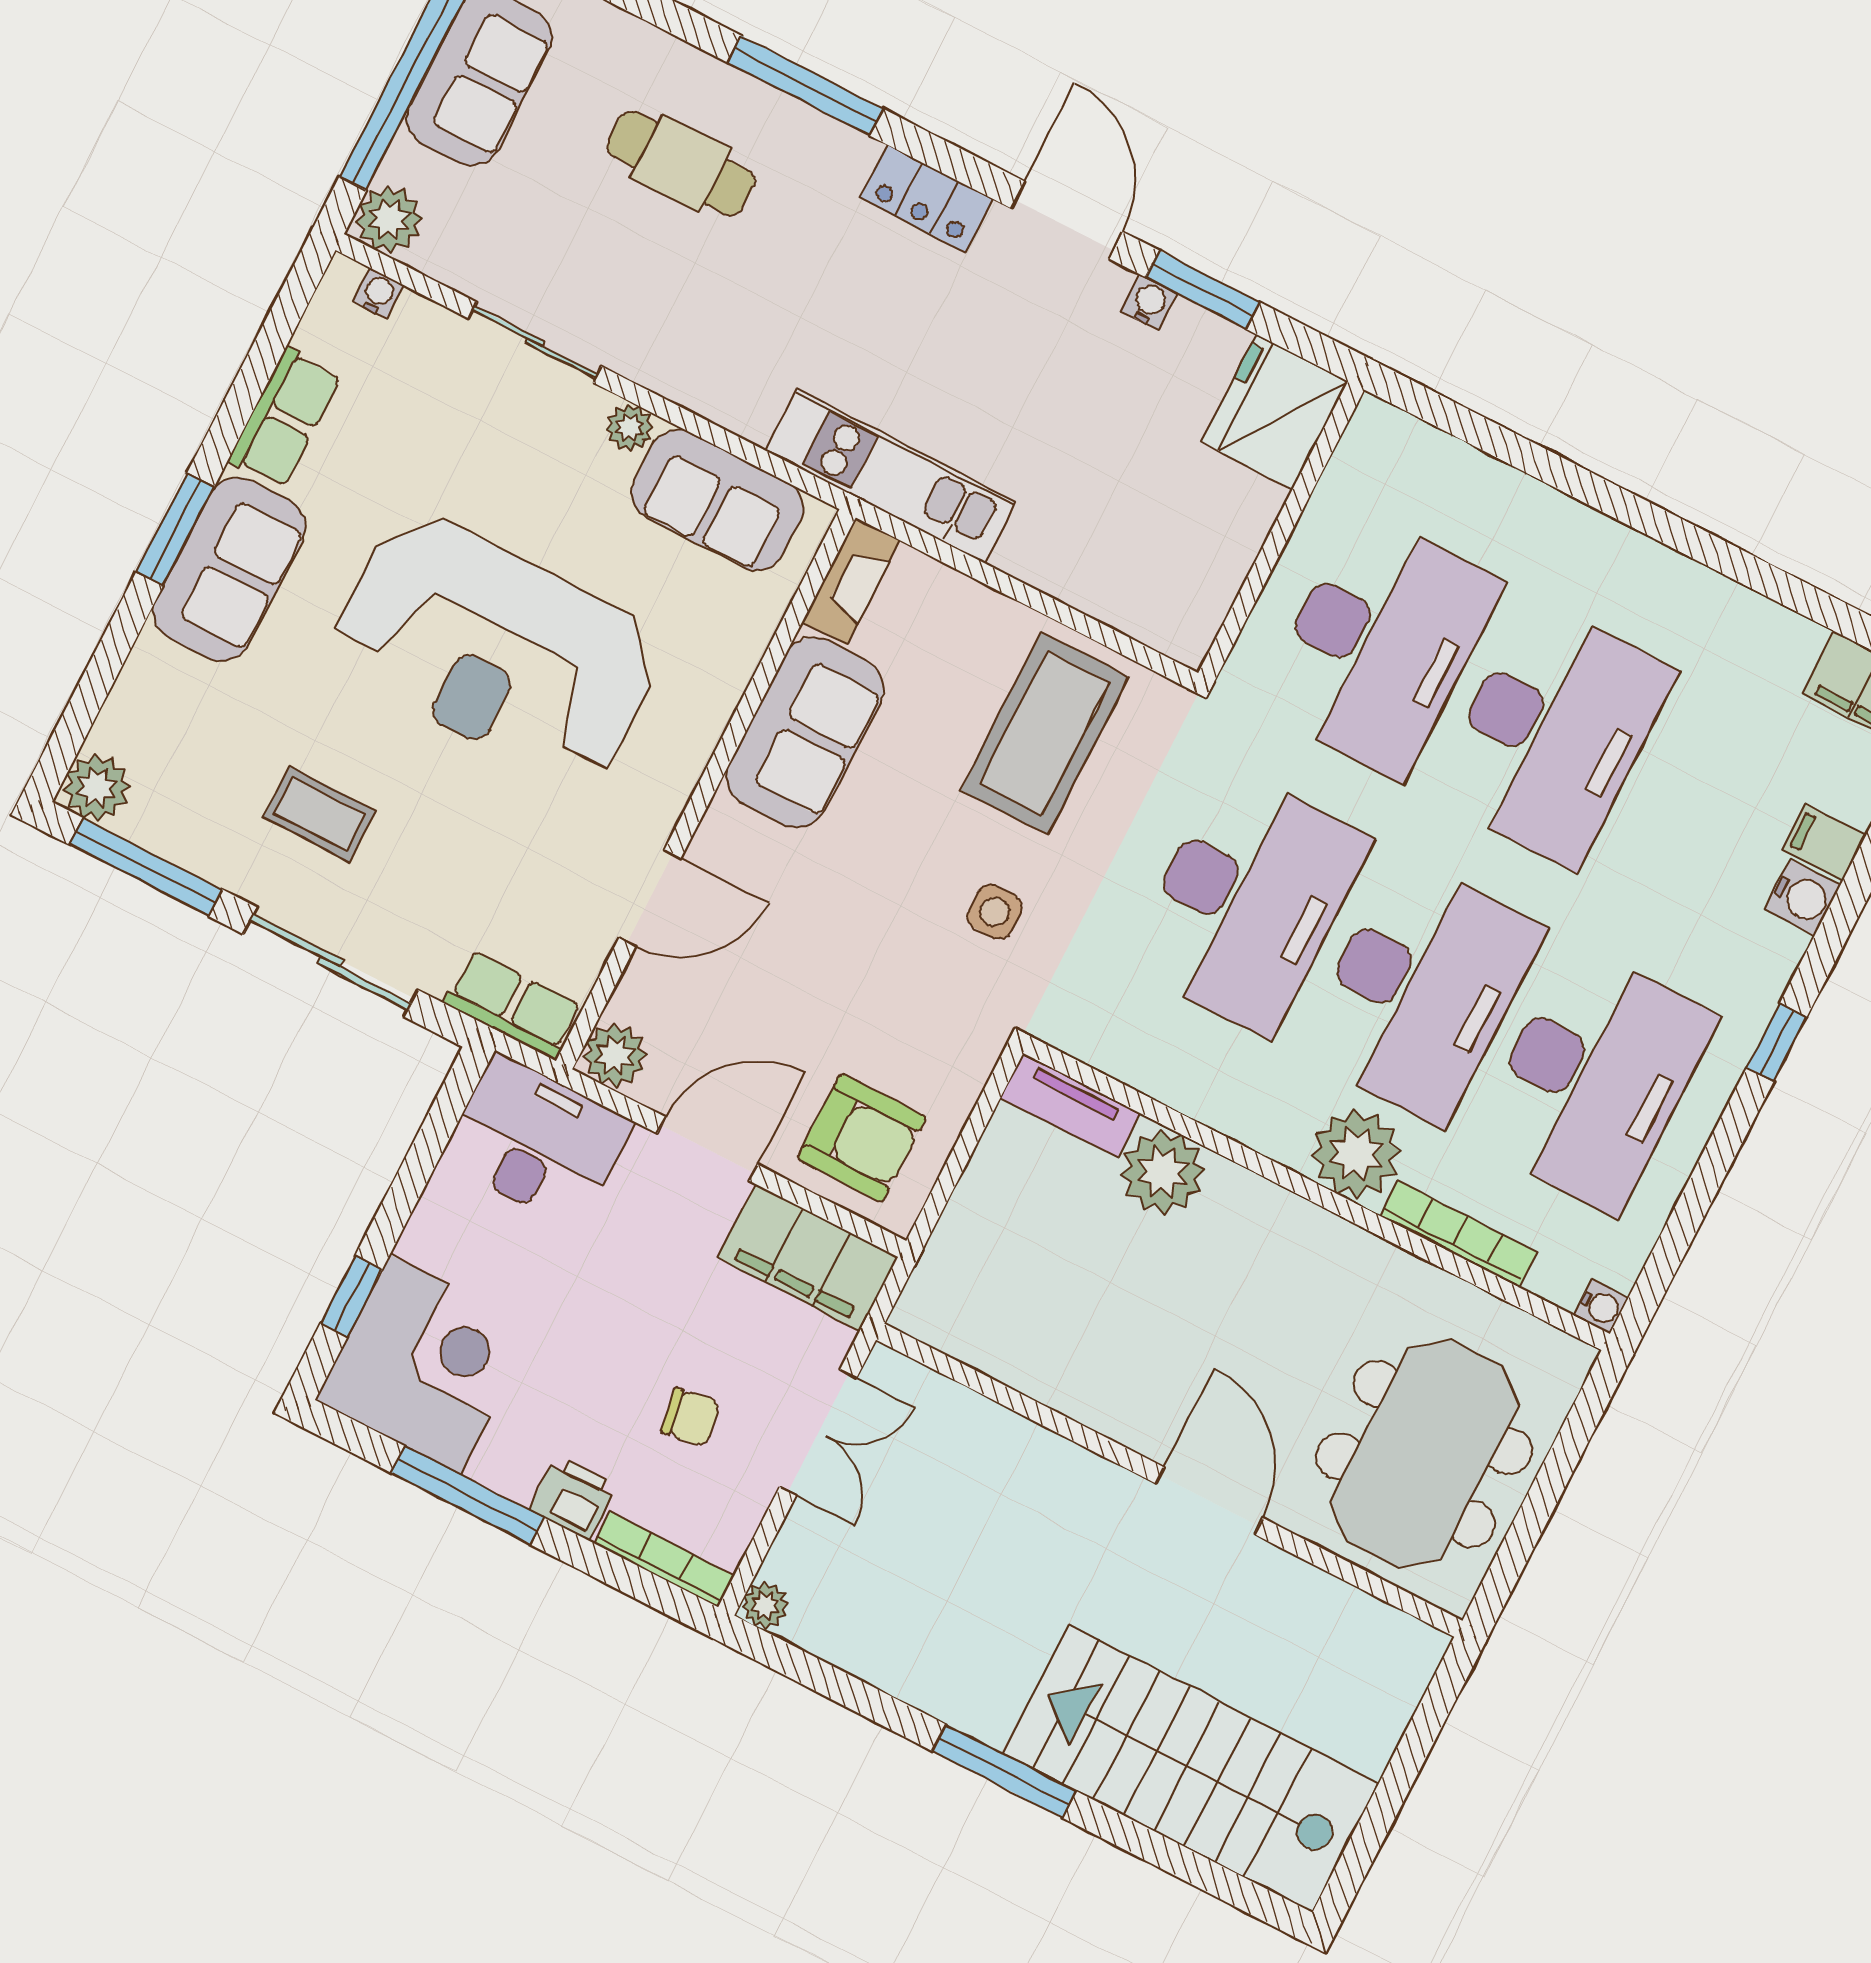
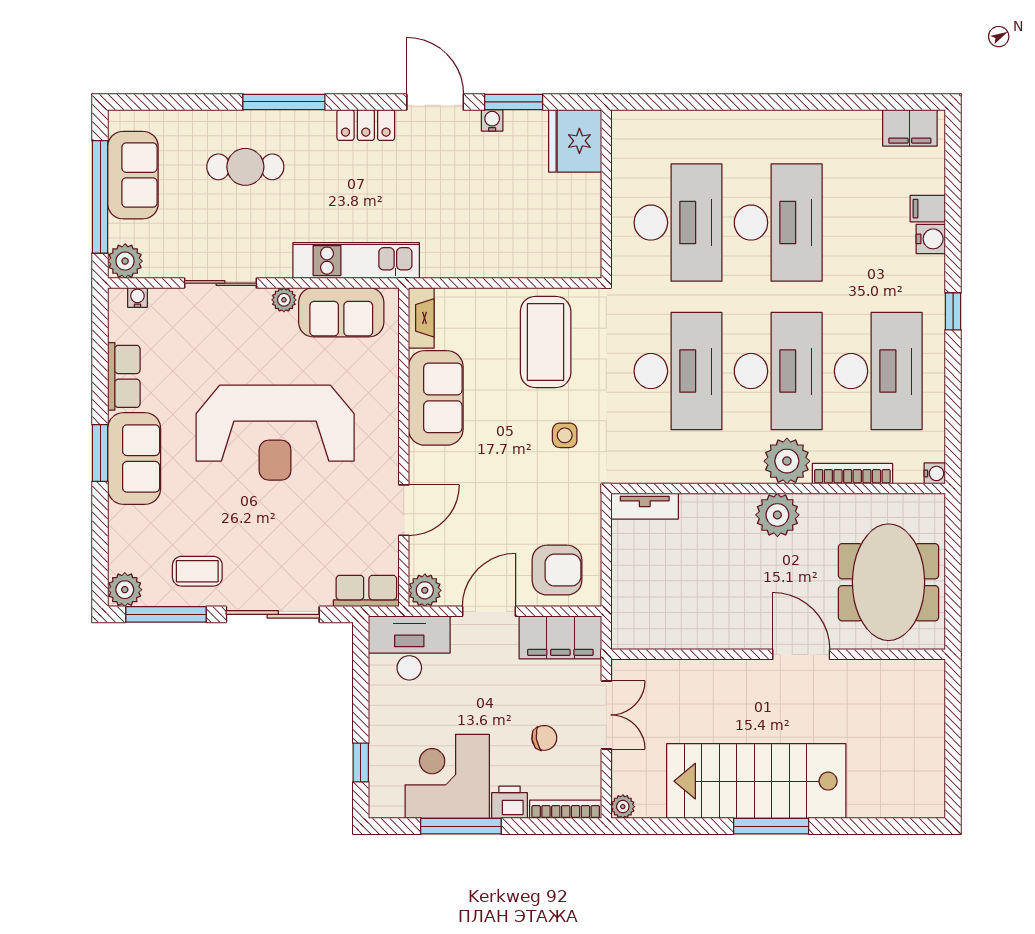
kitchen unit: (891, 476) -> (356, 261), moved
coffee table: (319, 814) -> (197, 571), moved
plant: (1163, 1172) -> (777, 515), moved
corner desk: (425, 1365) -> (447, 776), moved, turned -90
stairs: (1191, 1768) -> (756, 781), moved

